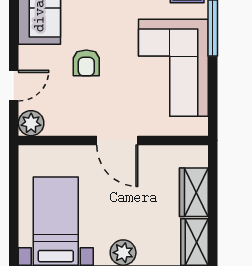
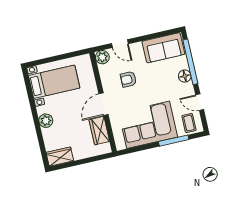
armchair: (86, 63) -> (128, 79), moved
wardrobe: (194, 192) -> (99, 131), moved, turned -90

